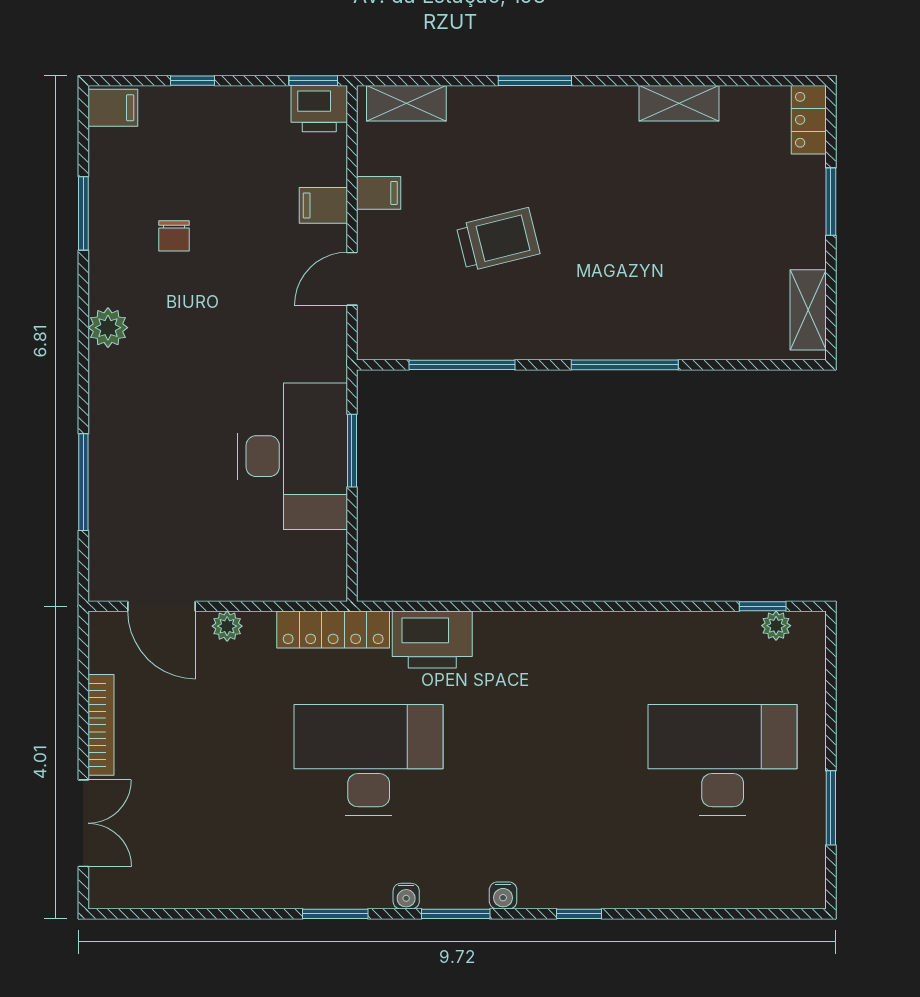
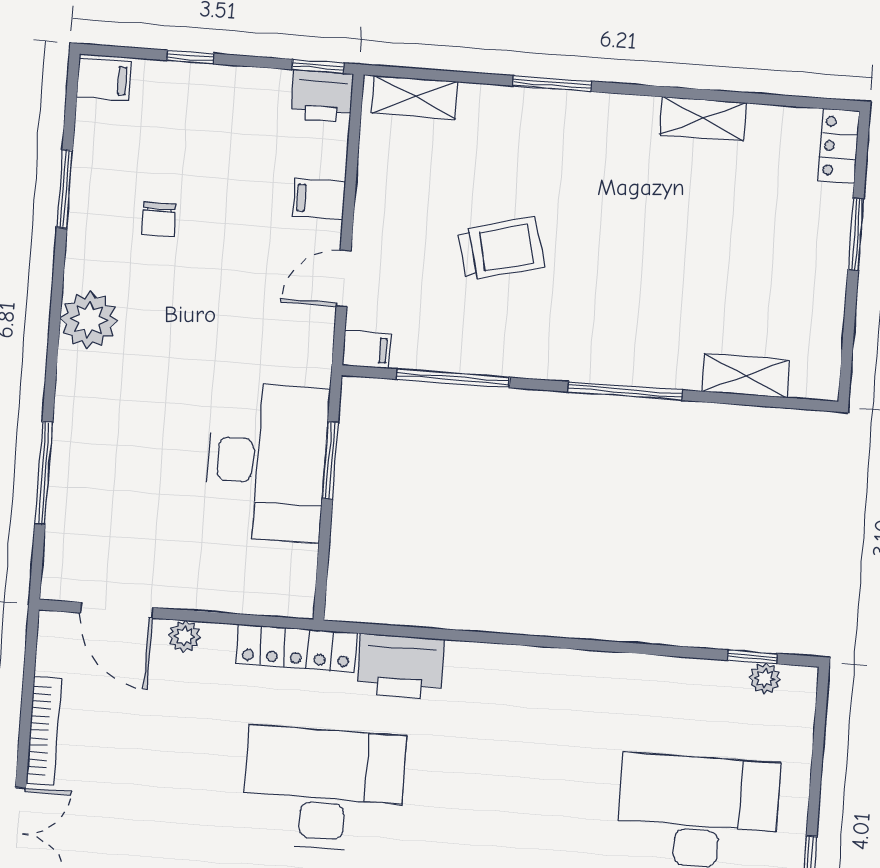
filing cabinet: (379, 193) -> (367, 350), moved
shelving: (808, 310) -> (745, 376), moved, turned 90
plant: (108, 328) -> (89, 320), width x1.36, depth x1.36

